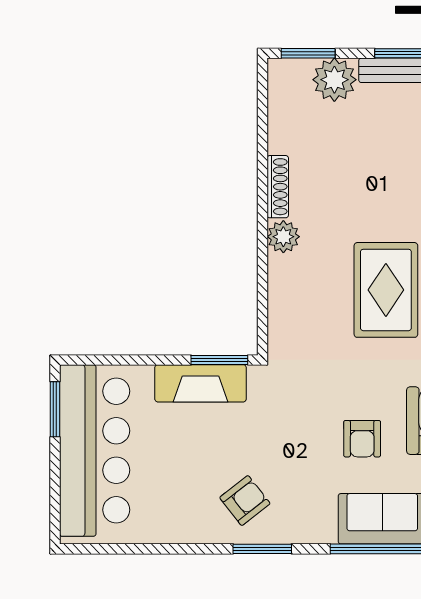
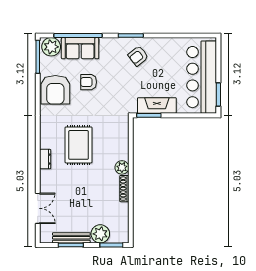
armchair: (362, 439) -> (89, 82), turned -90

